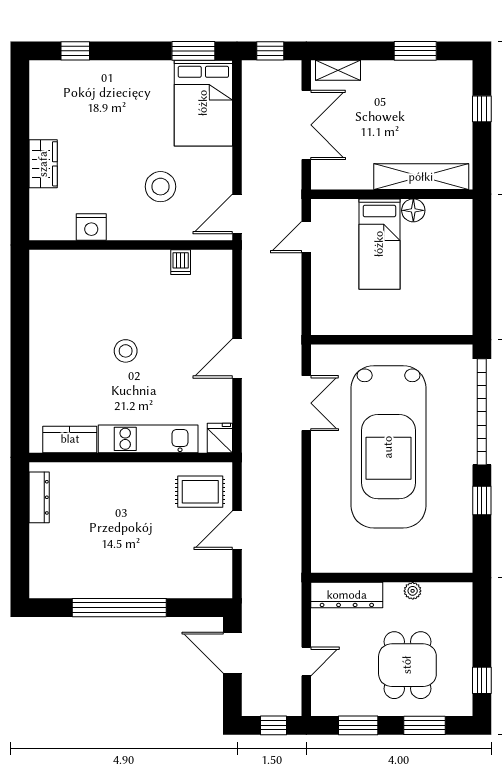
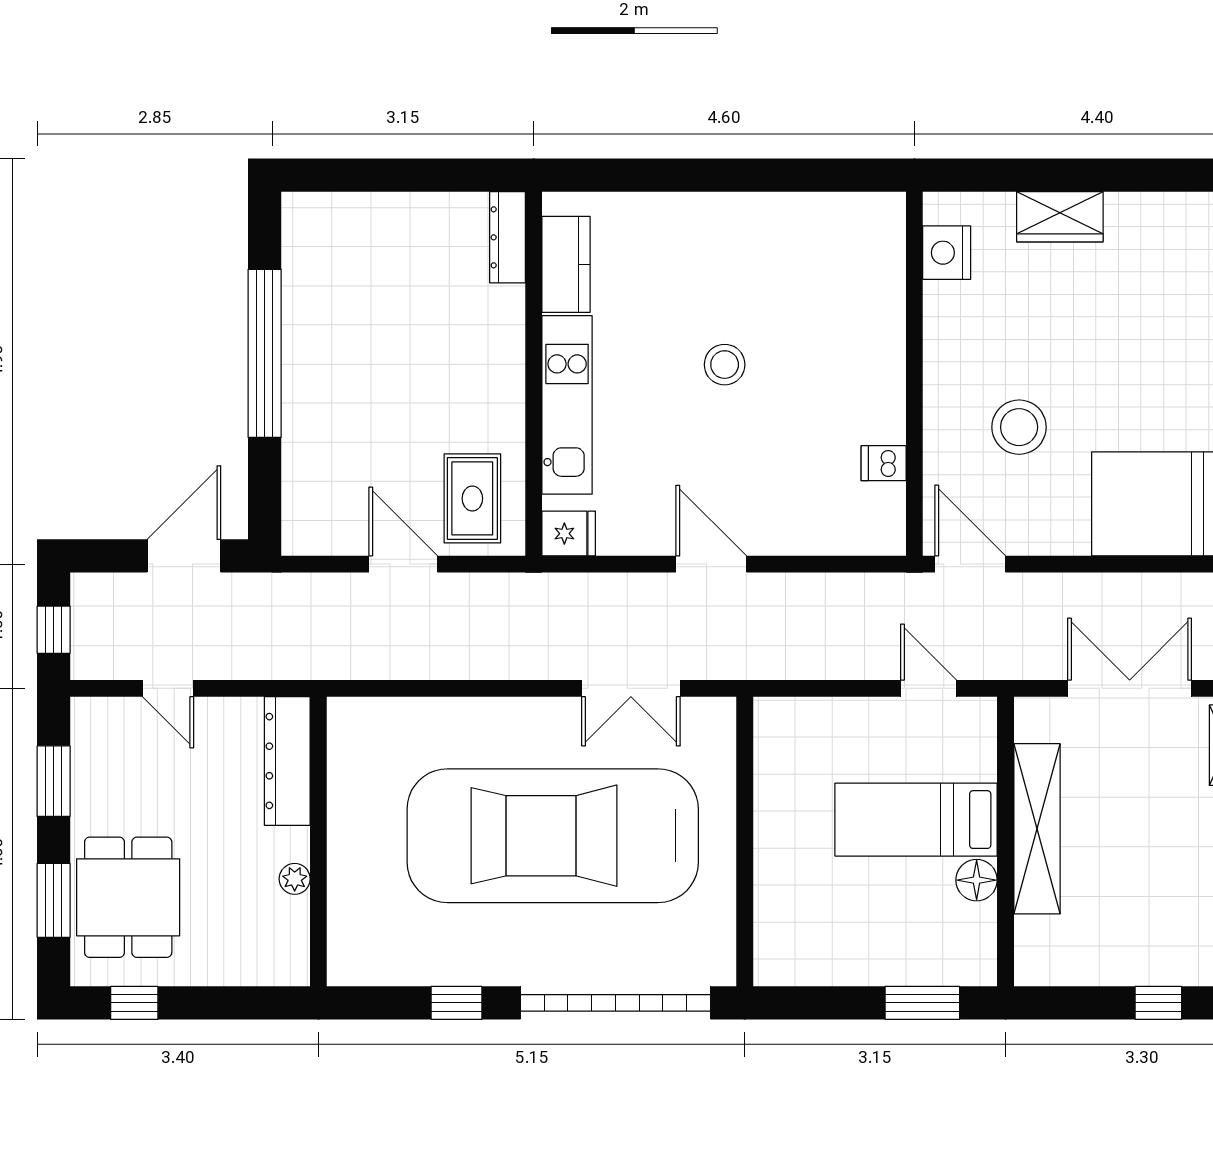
double door: (306, 125) -> (1130, 688), swing flipped
shelving: (421, 177) -> (1037, 829), moved
nightstand: (91, 227) -> (947, 253), moved
window: (482, 241) -> (922, 1003), added
dresser: (39, 497) -> (508, 237), moved, turned 90
dining table: (407, 665) -> (128, 897), moved, turned 90

